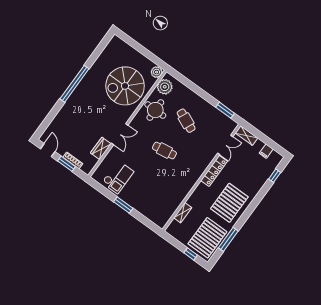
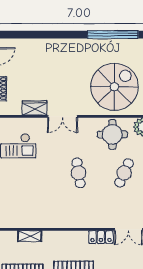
window: (74, 84) -> (113, 35), moved
spiral stairs: (125, 86) -> (114, 87), turned 90
locker: (214, 171) -> (101, 237), width x0.66

